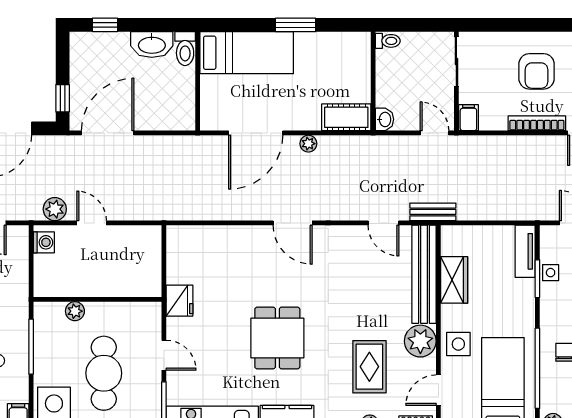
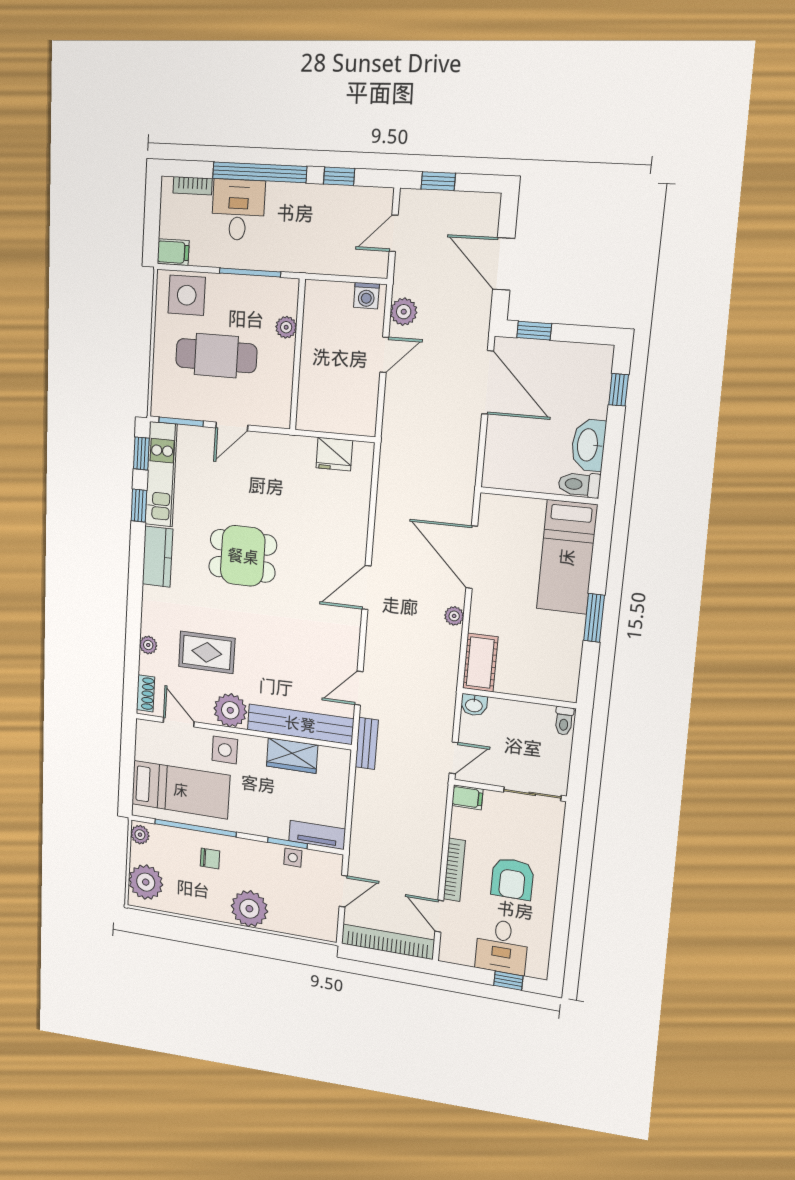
armchair: (537, 71) -> (512, 879), turned -90
fridge: (179, 301) -> (334, 454), moved

